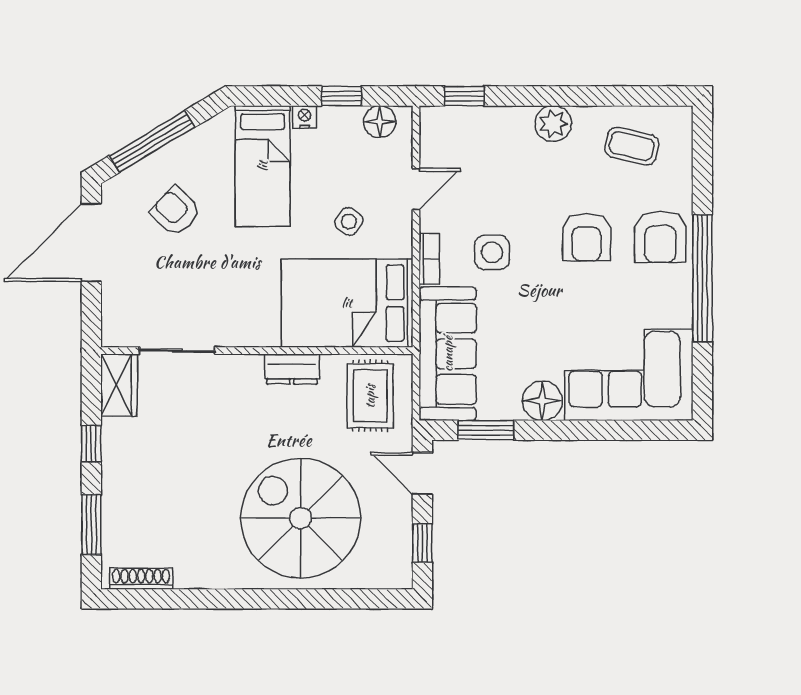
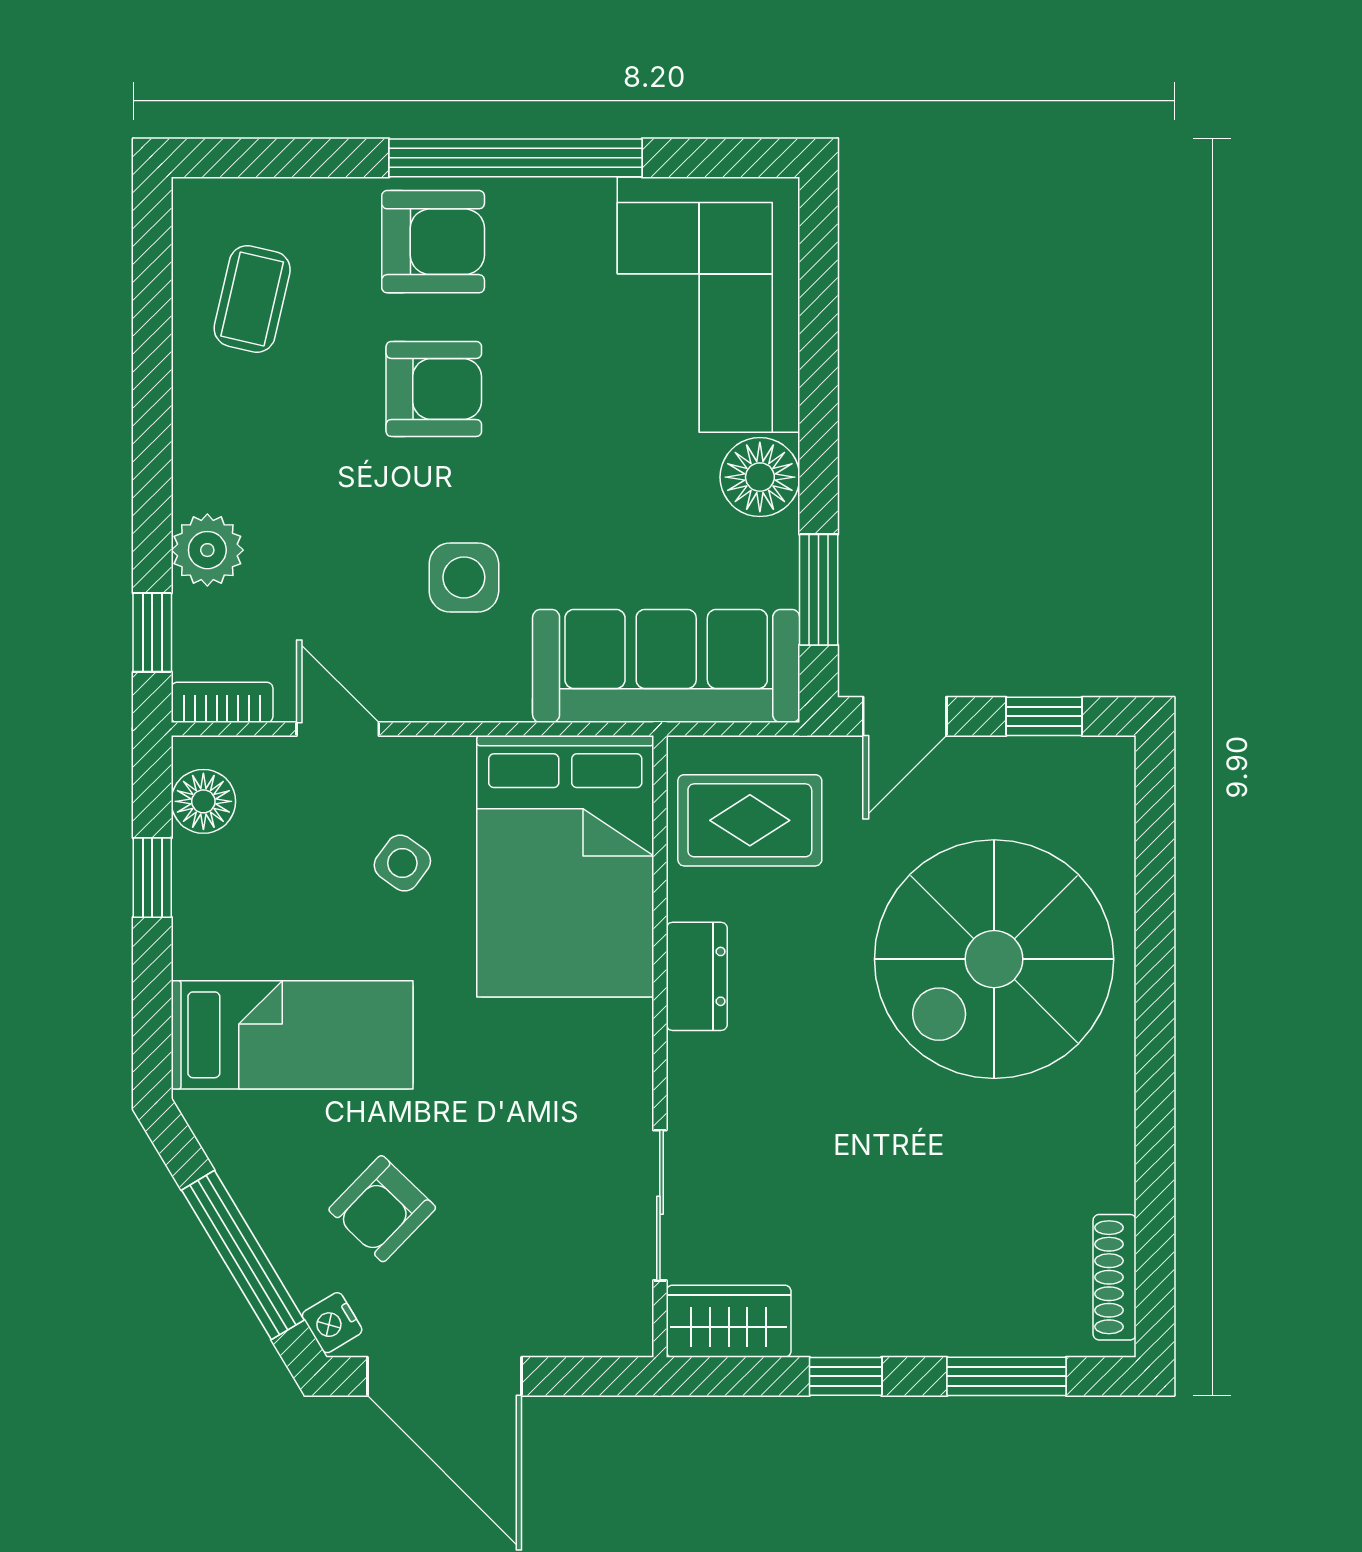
nightstand: (304, 117) -> (332, 1323), moved, turned -31
plant: (553, 124) -> (207, 550), moved
bookcase: (429, 259) -> (222, 702), moved

